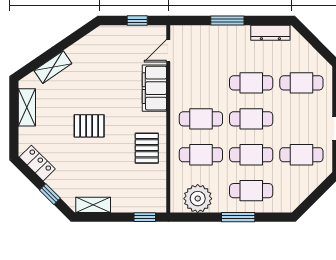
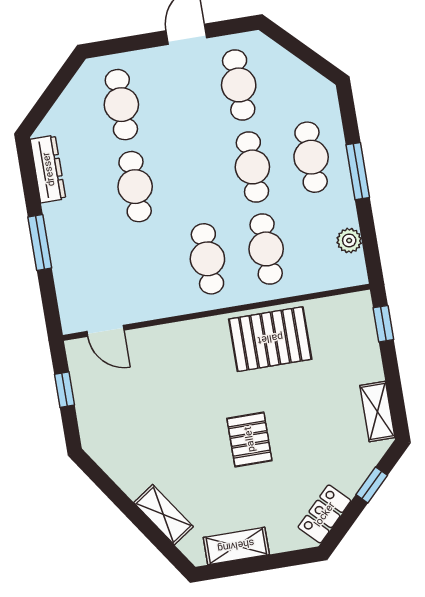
filing cabinet: (154, 88) -> (170, 343), removed
cafe table: (251, 119) -> (194, 177), removed
pallet: (147, 148) -> (270, 339), width x1.50, depth x1.42
plant: (198, 199) -> (349, 240), width x0.53, depth x0.53

